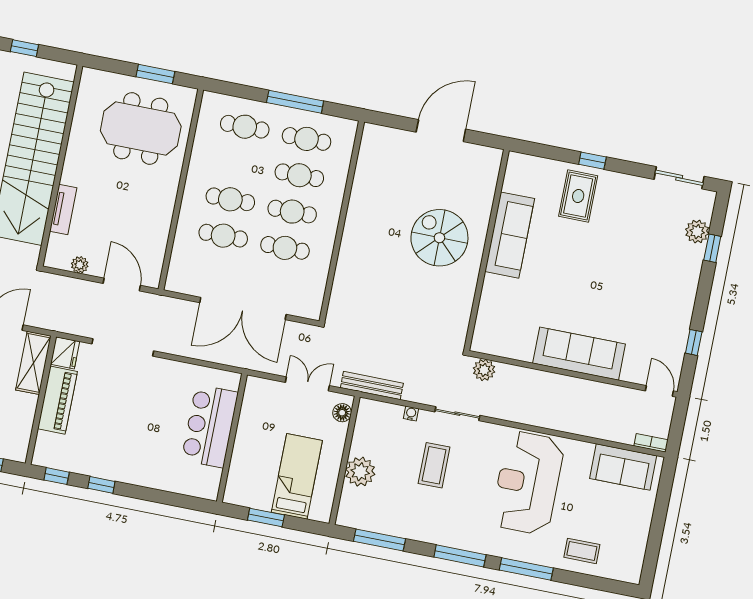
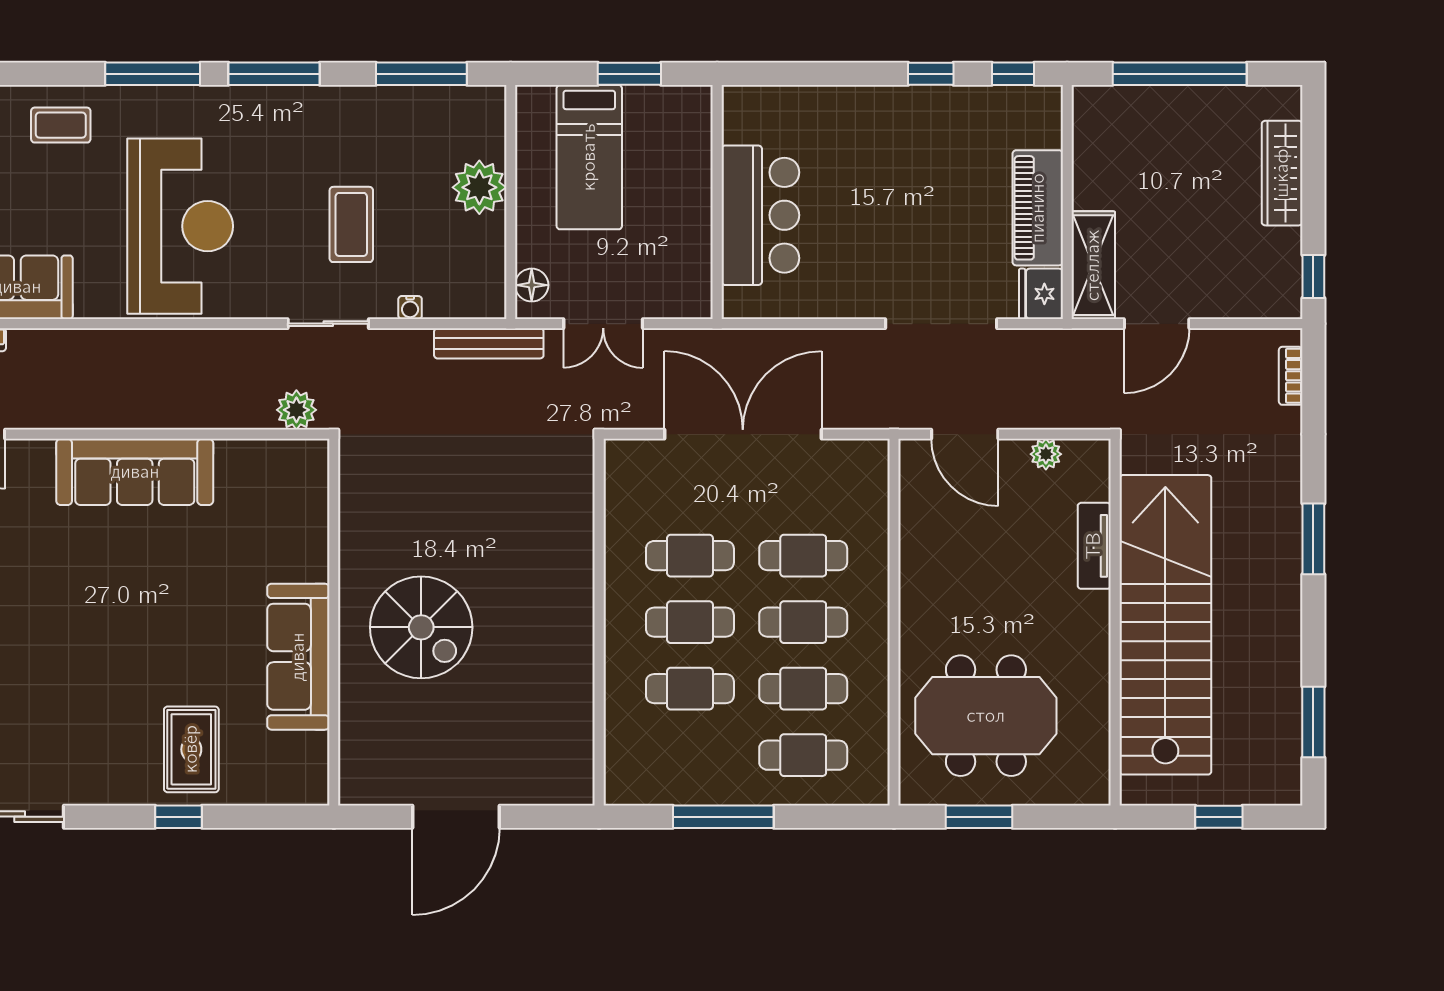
cafe table: (307, 139) -> (803, 689), moved

